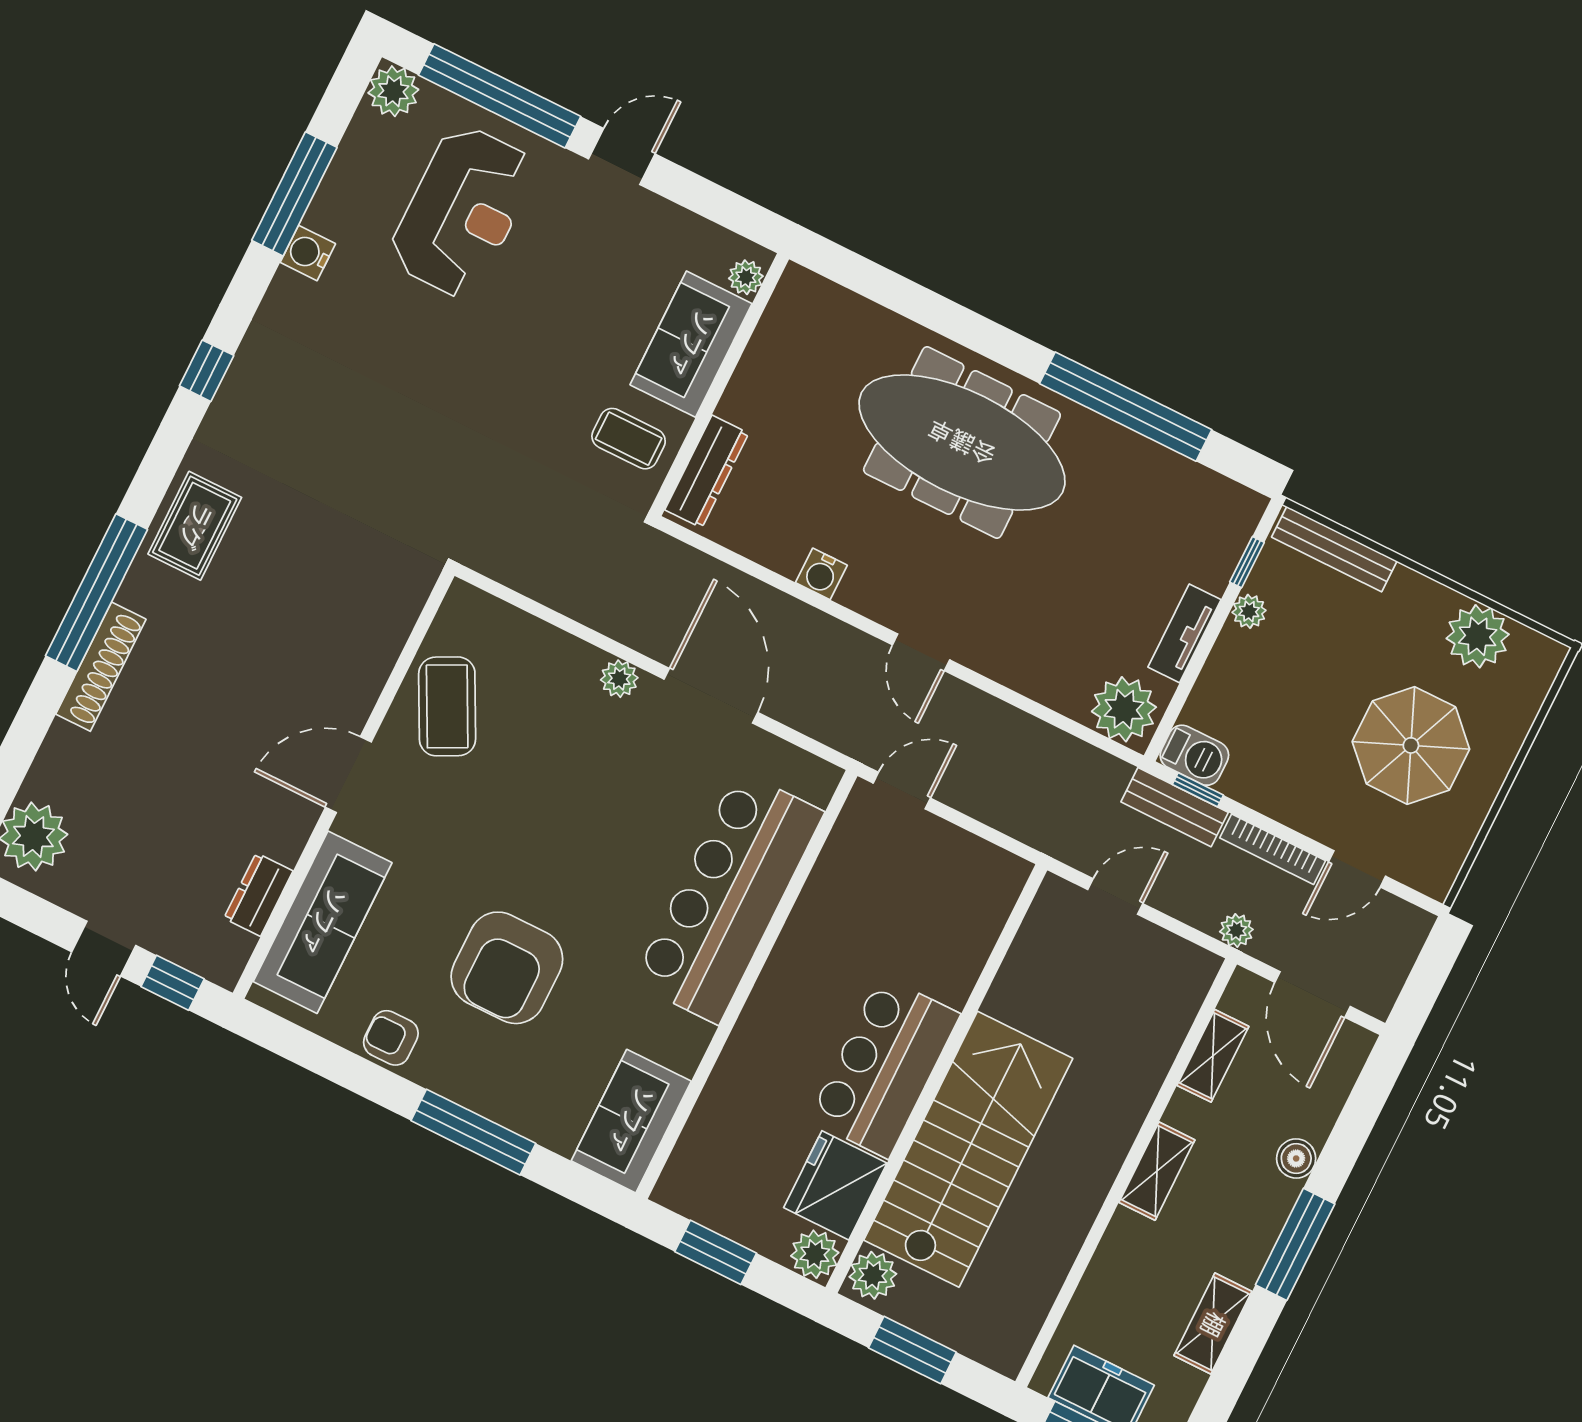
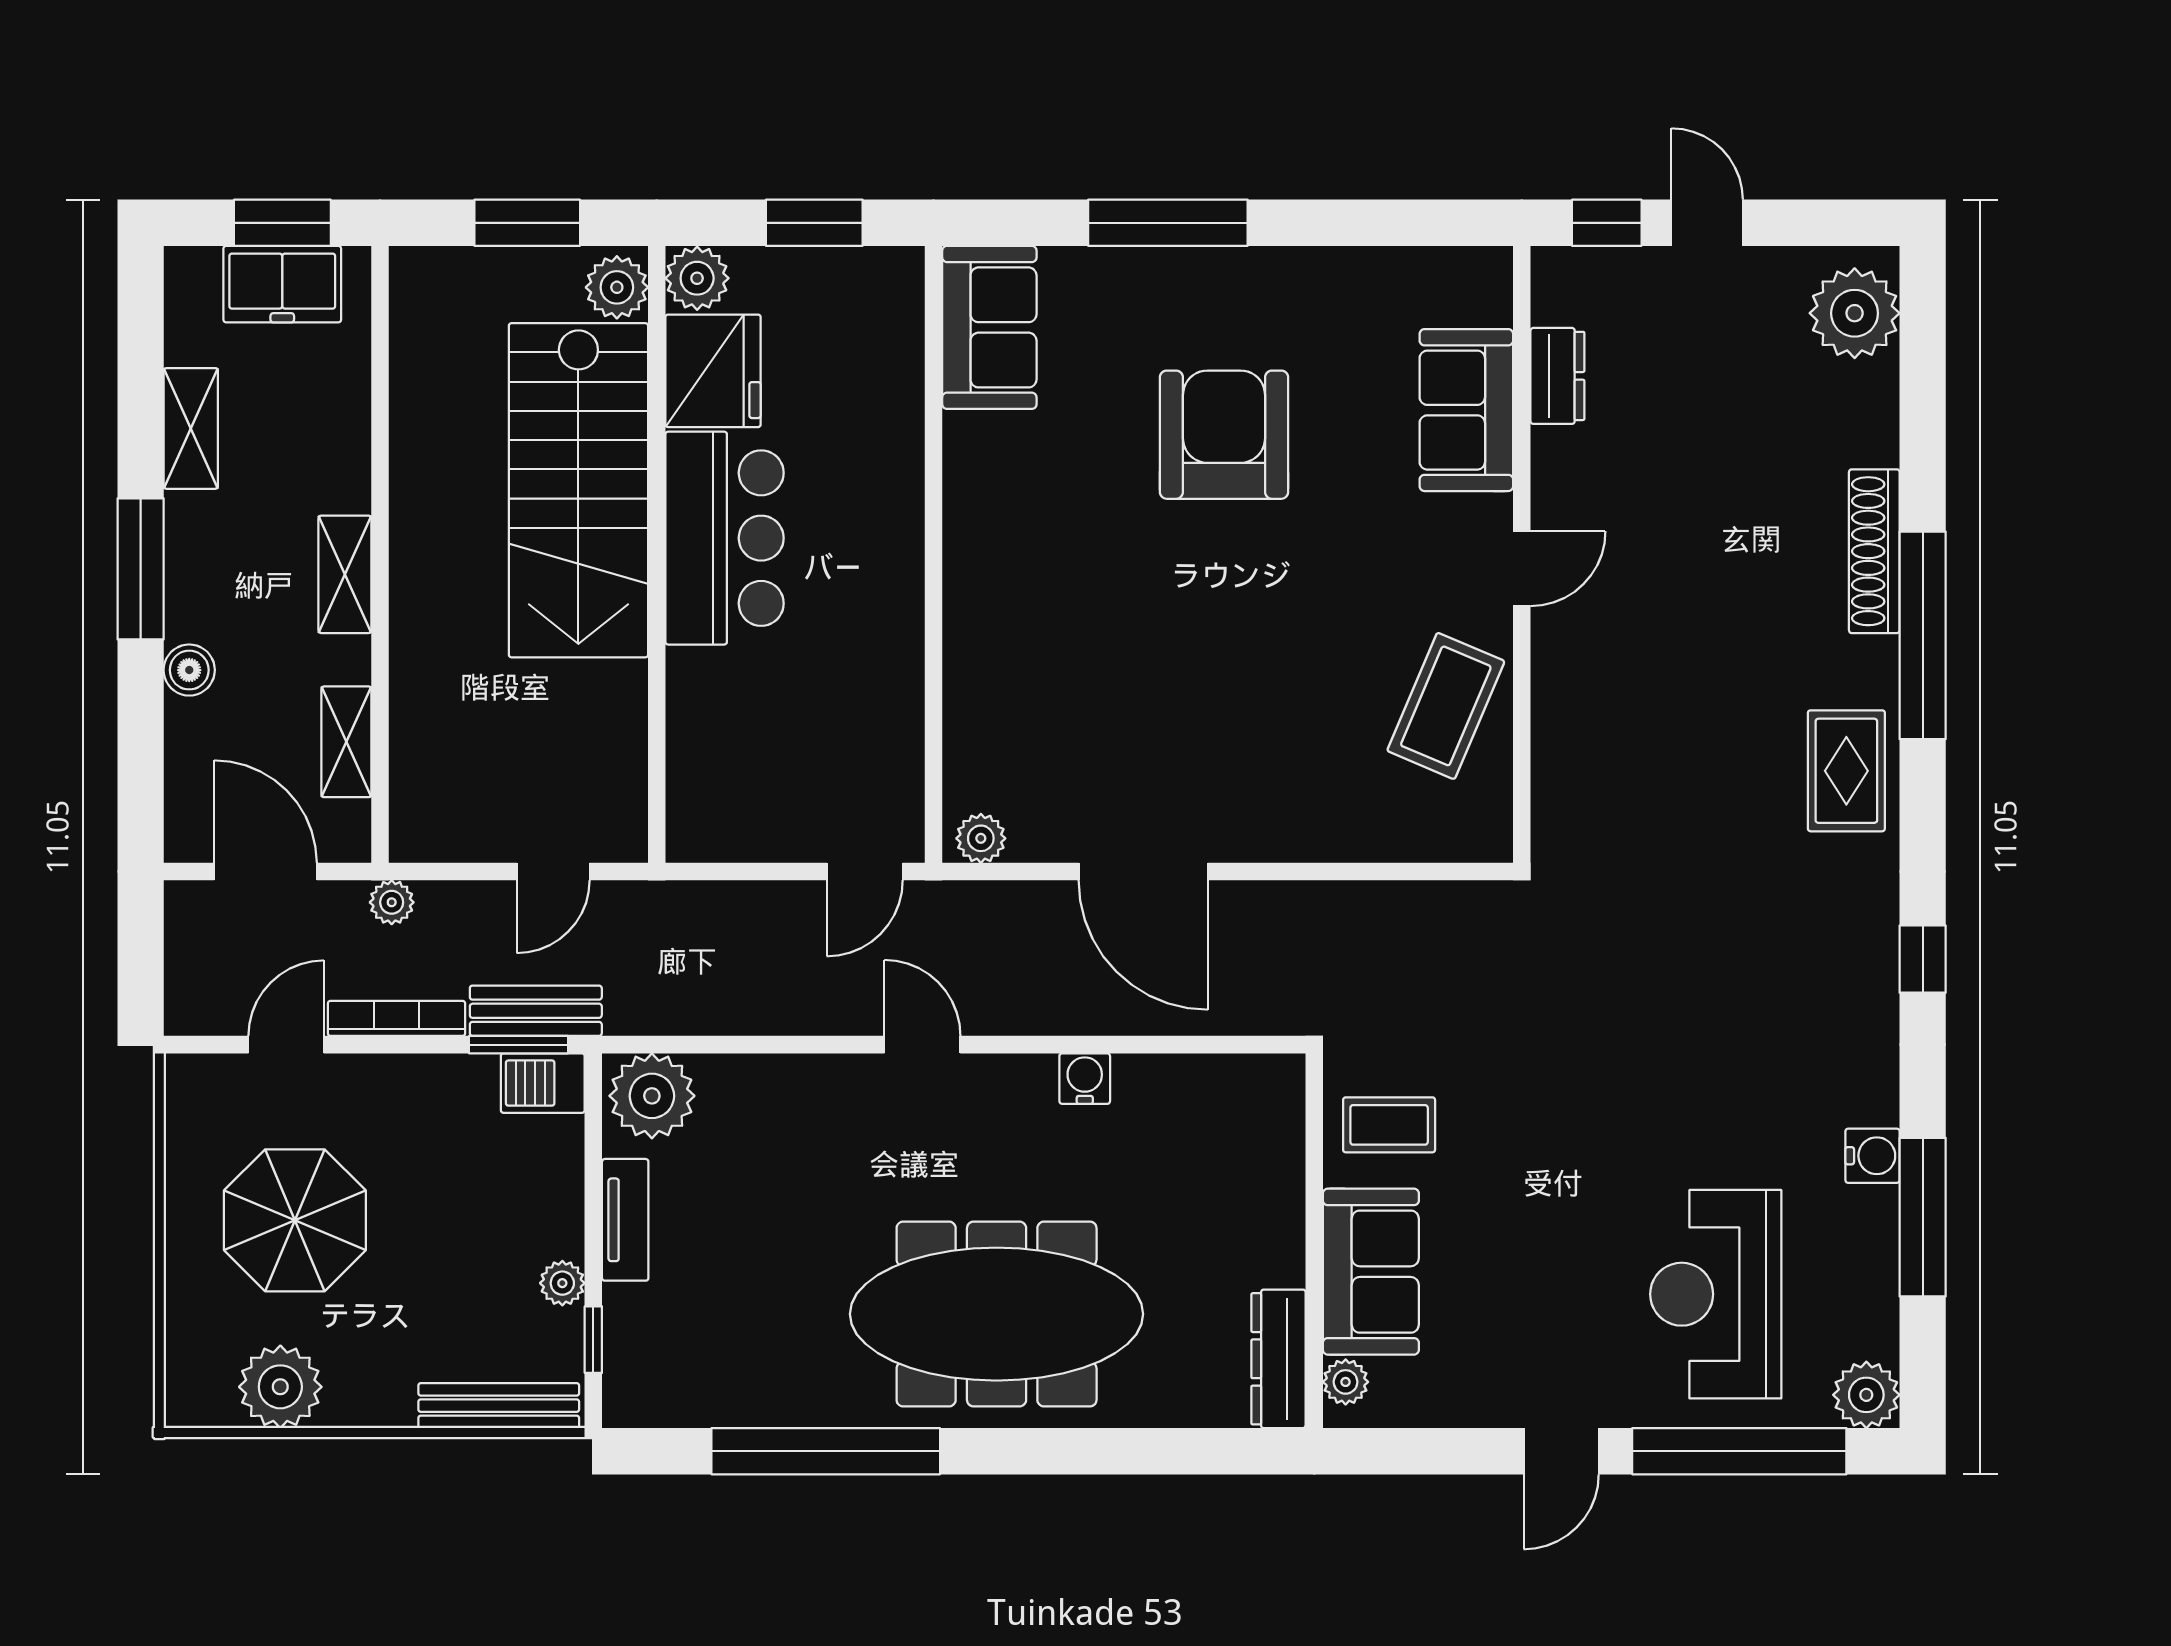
dresser: (707, 471) -> (1278, 1359), moved
plant: (619, 679) -> (981, 838), moved
coffee table: (447, 706) -> (1446, 706), turned 50
door: (348, 775) -> (1522, 569), width x0.73
window: (1198, 790) -> (519, 1045), width x1.50
bar counter: (728, 897) -> (1006, 646), removed
sofa: (323, 922) -> (1466, 410), width x0.73
armchair: (391, 1038) -> (1319, 285), removed

